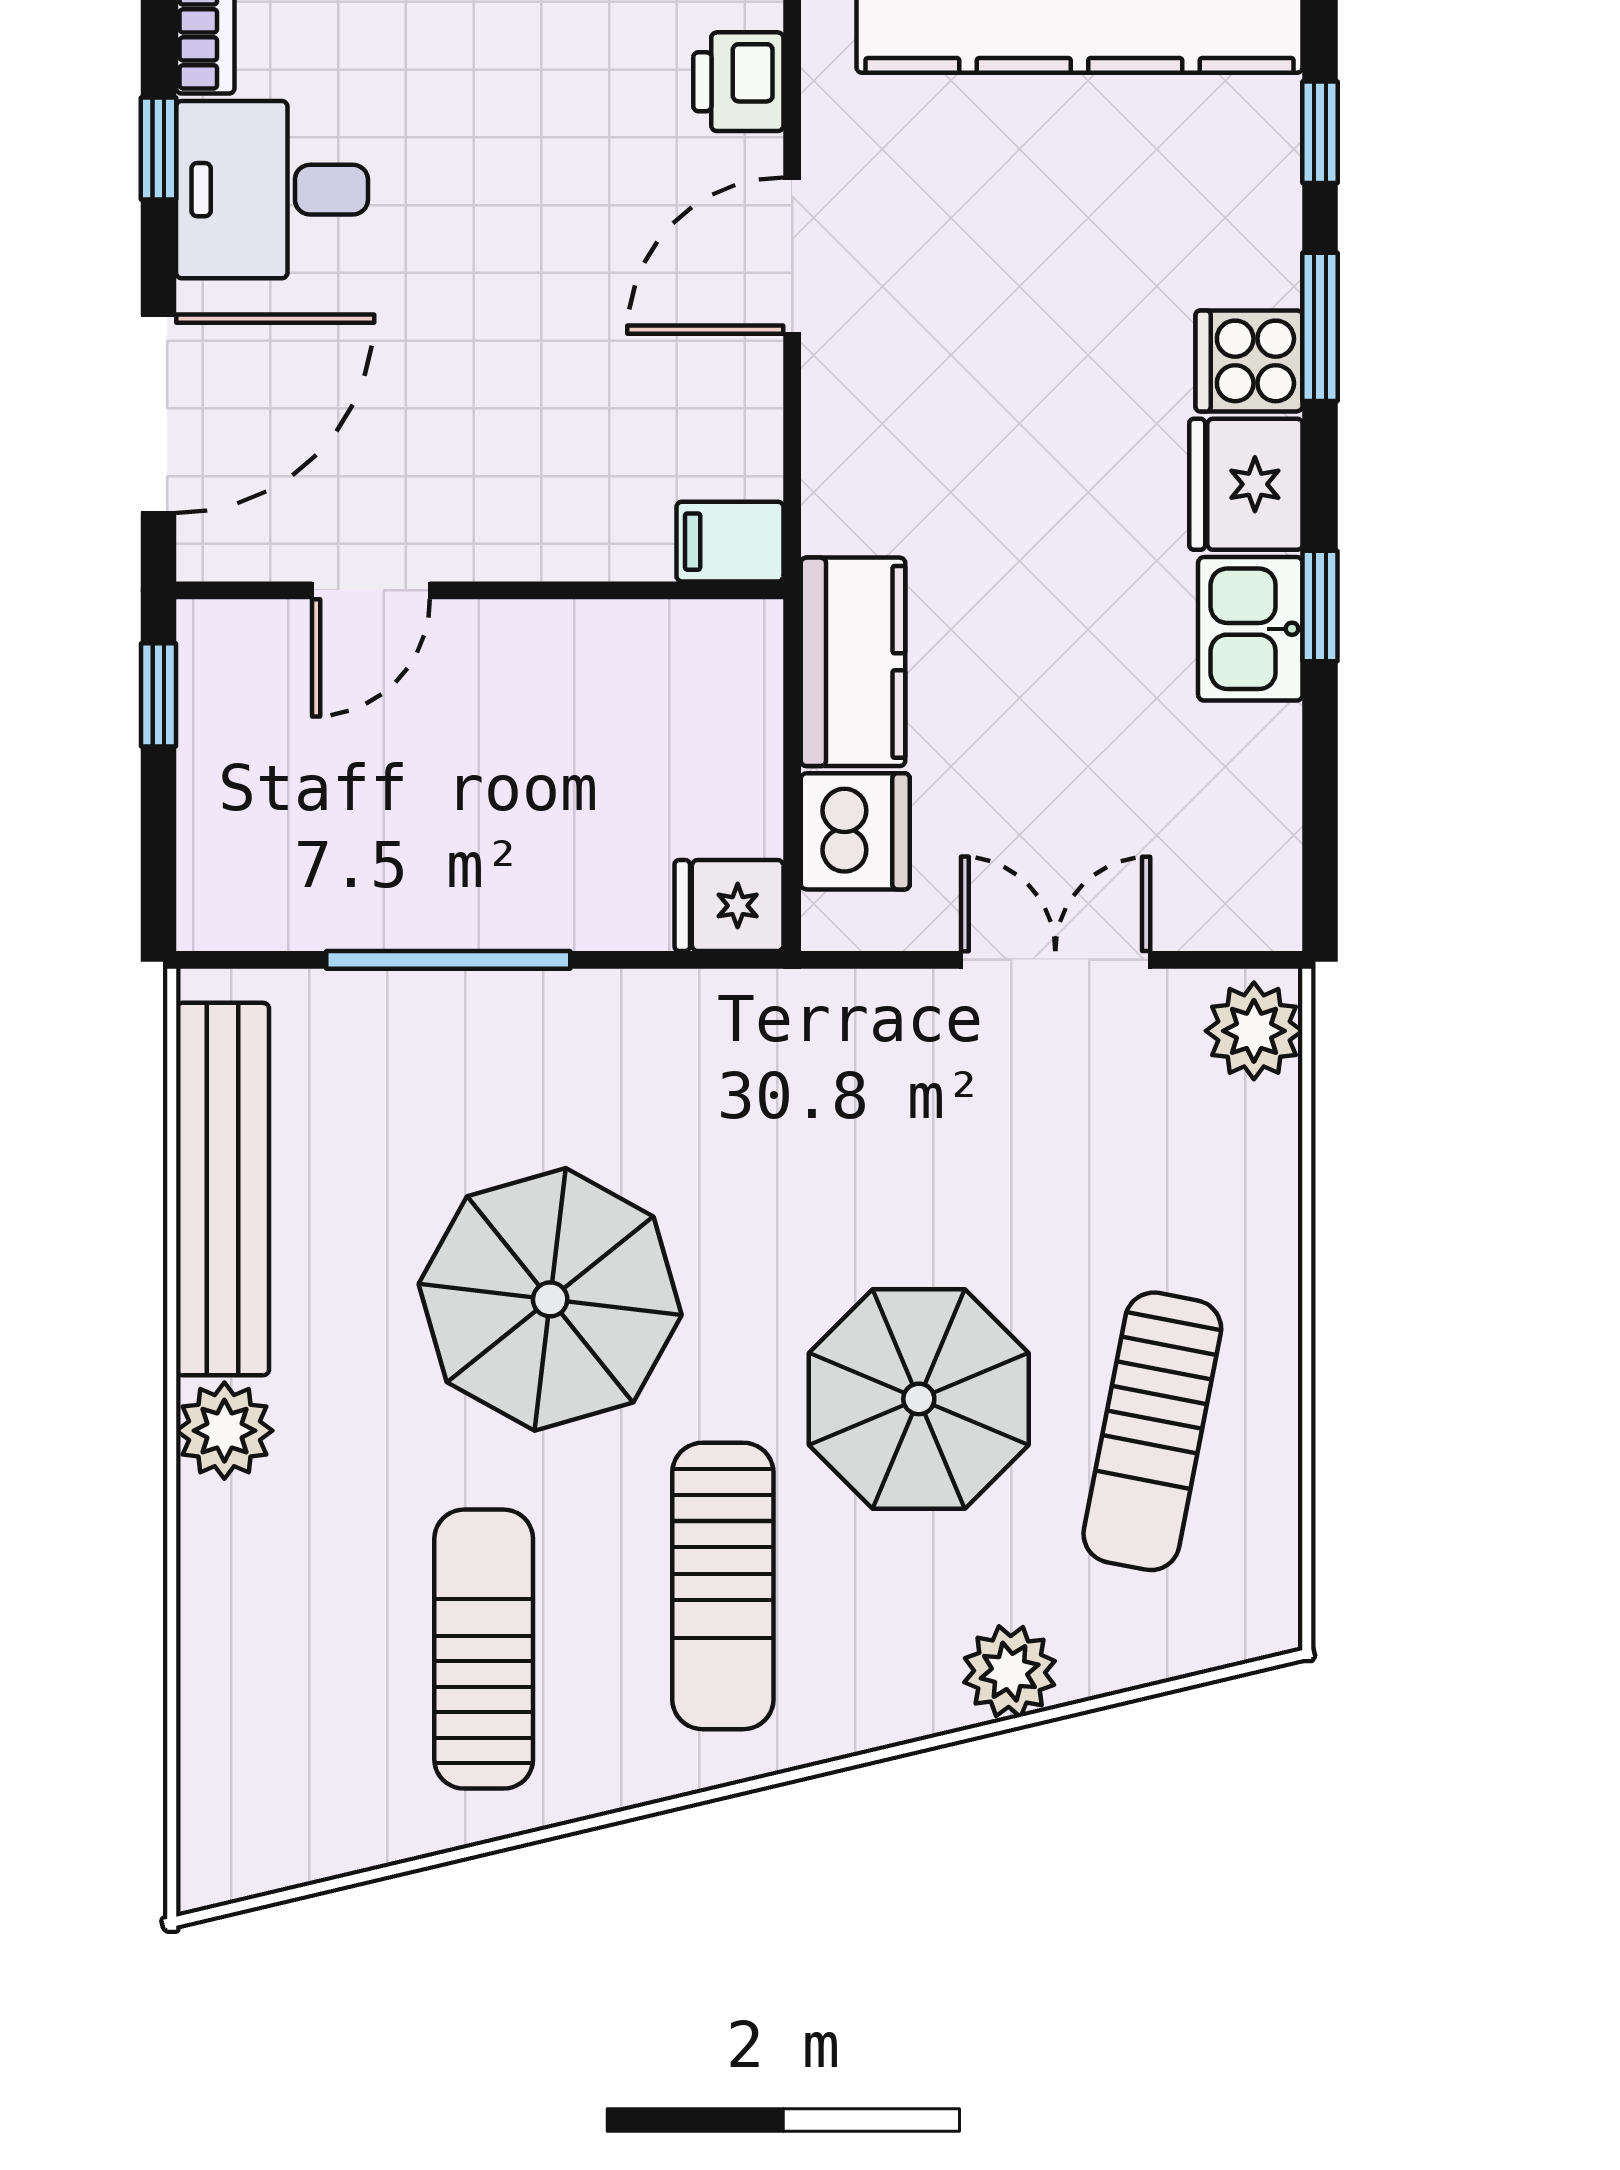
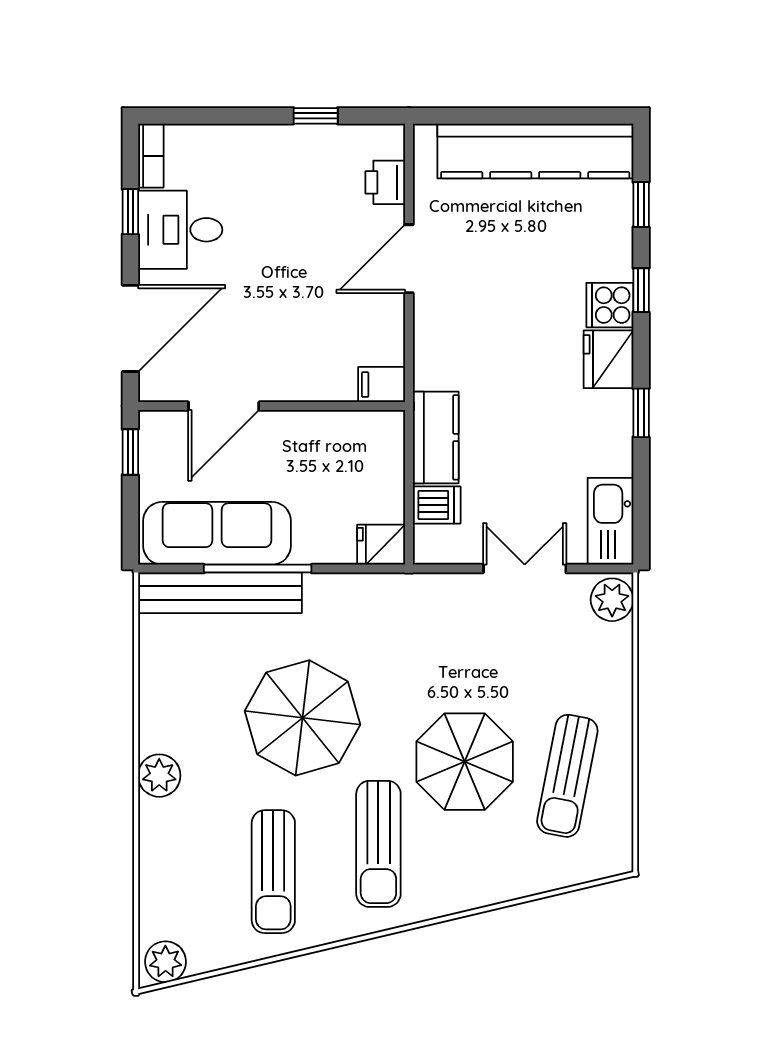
window: (1320, 327) -> (641, 290), width x0.67
door: (371, 590) -> (224, 406), width x1.38
kitchen sink: (1250, 629) -> (610, 521), moved, width x1.38
dishwasher: (855, 831) -> (437, 505), width x0.73
sofa: (356, 880) -> (217, 533), added
bench: (223, 1189) -> (220, 593), moved, turned 90
sun lounger: (484, 1649) -> (273, 872), turned 180
plant: (1010, 1672) -> (165, 962), moved

